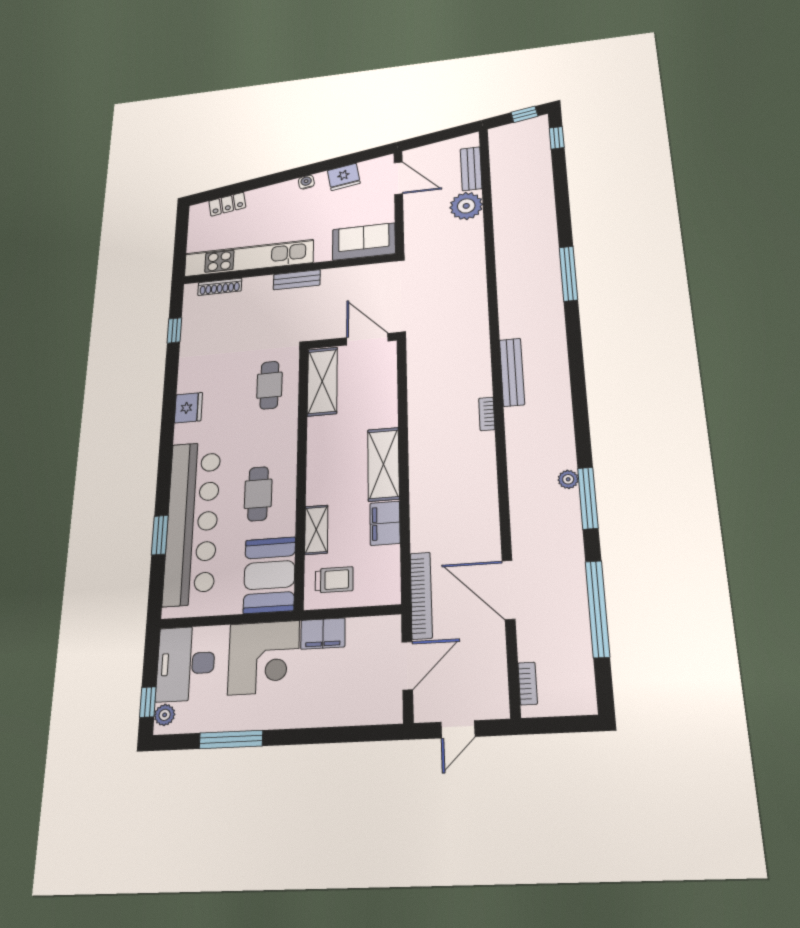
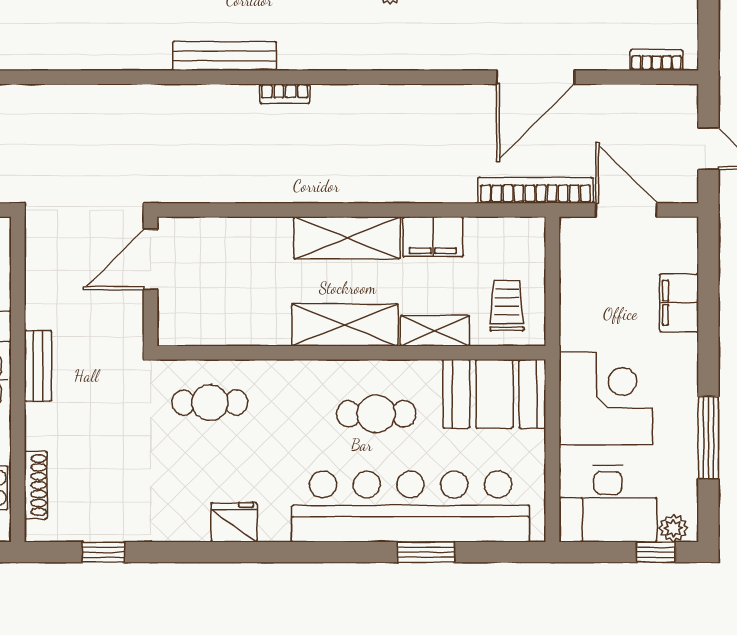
shelving: (322, 381) -> (345, 325), moved
filing cabinet: (323, 634) -> (679, 303), moved, turned 180

